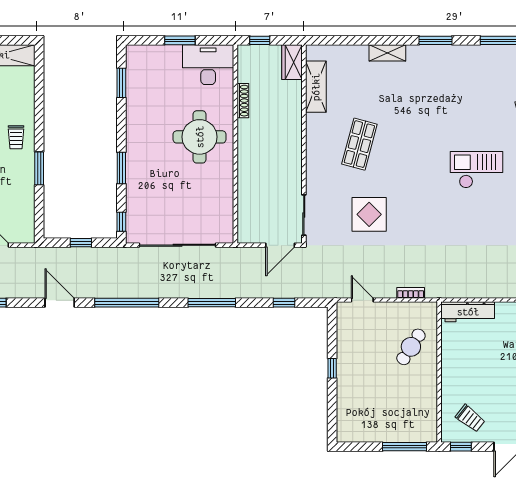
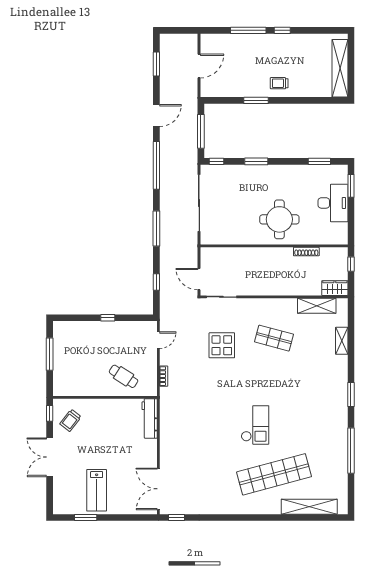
window: (180, 40) -> (351, 186), moved
shelving: (387, 53) -> (342, 341), moved
desk: (208, 65) -> (333, 203), moved
window: (81, 243) -> (201, 131), width x2.17
window: (405, 447) -> (50, 354), moved

